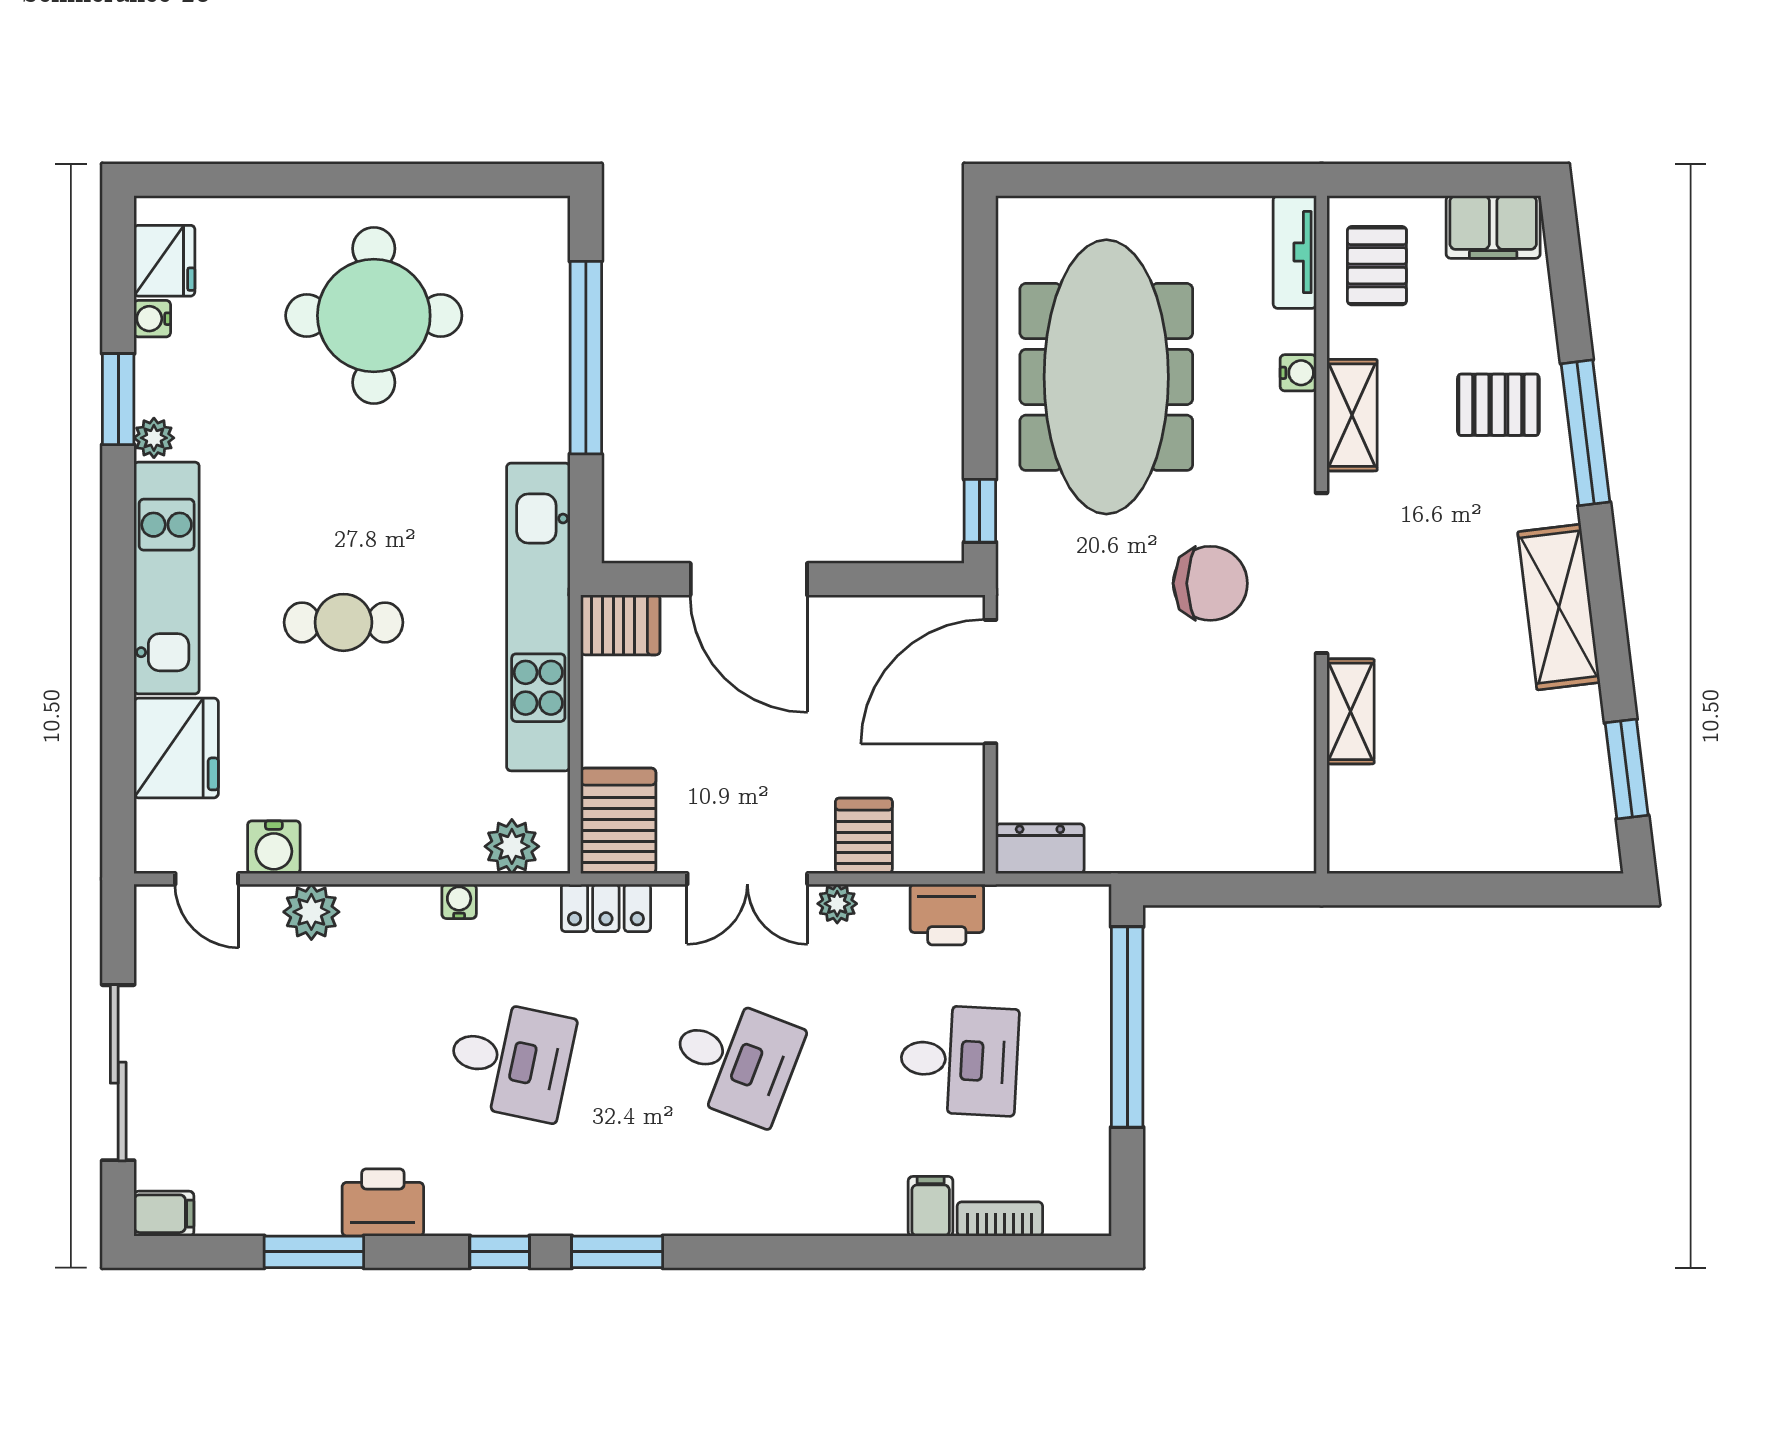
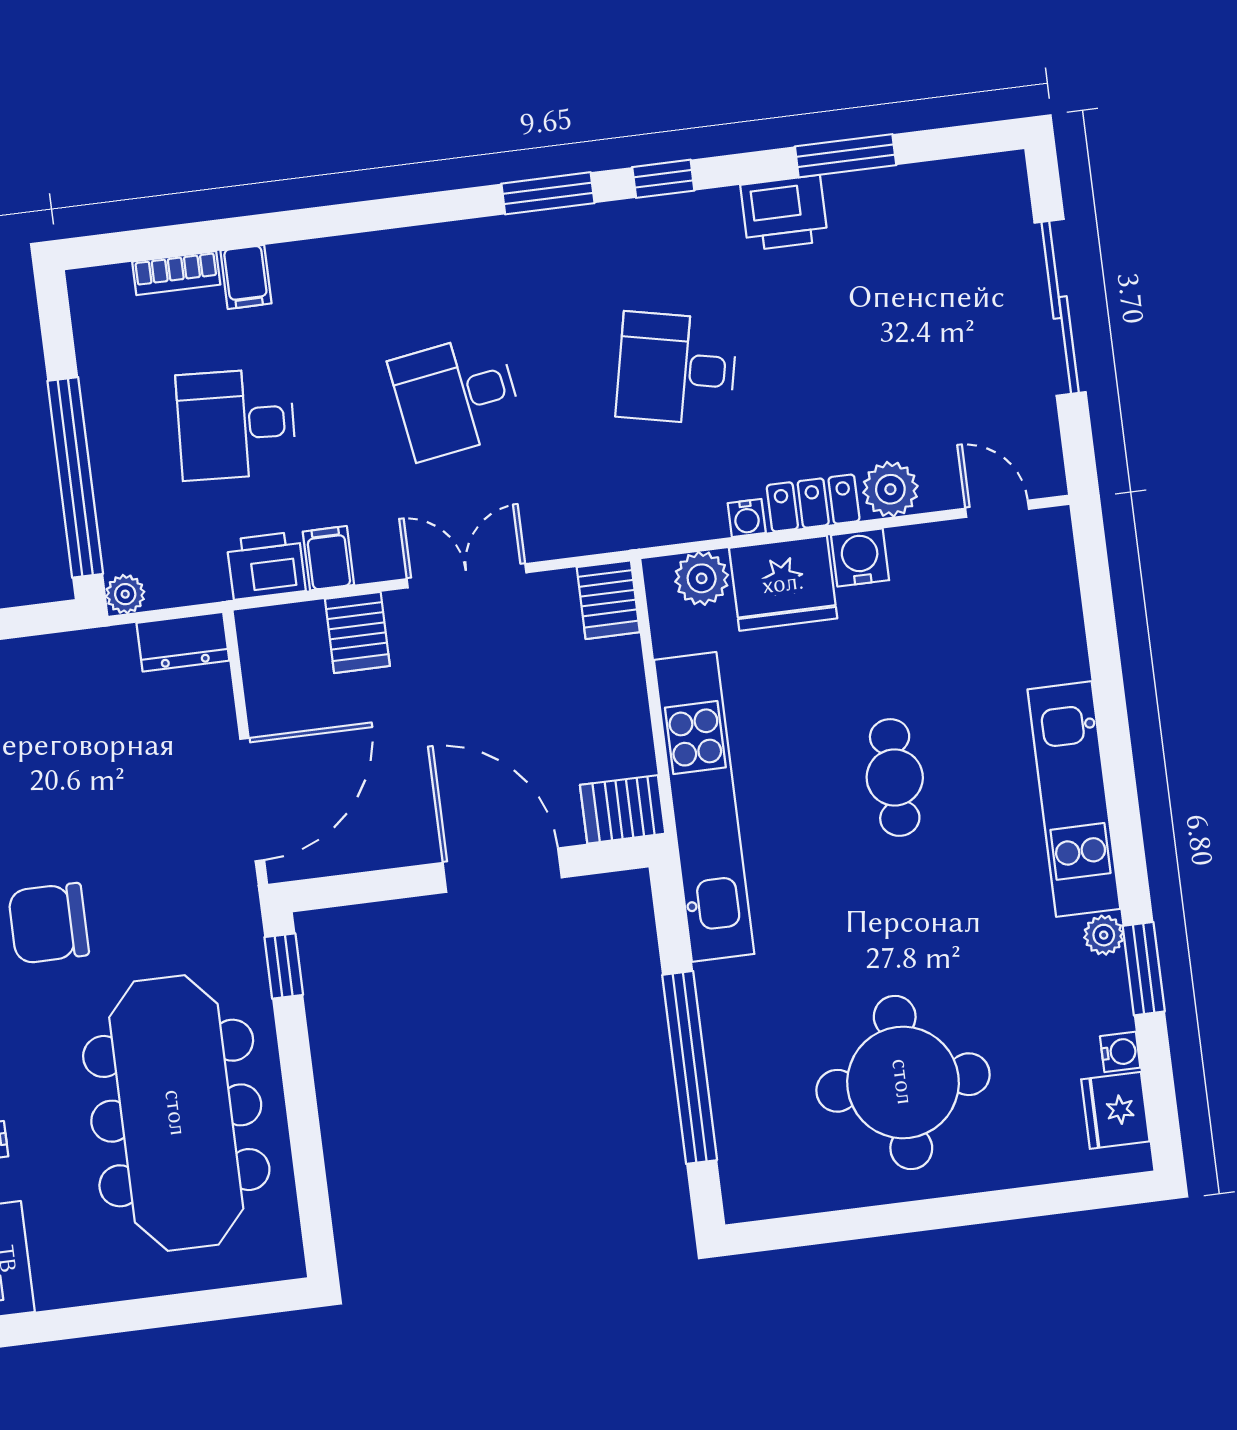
cafe table: (343, 622) -> (895, 777), turned 90
fridge: (176, 748) -> (783, 583), moved, turned -90
server rack: (618, 821) -> (608, 600), width x0.73, depth x0.70
water cooler: (274, 847) -> (860, 558), moved
plant: (837, 904) -> (125, 594), moved
locker: (606, 908) -> (813, 503), moved
desk: (735, 1060) -> (456, 396), turned -30
filing cabinet: (164, 1214) -> (328, 558), moved, turned 90

